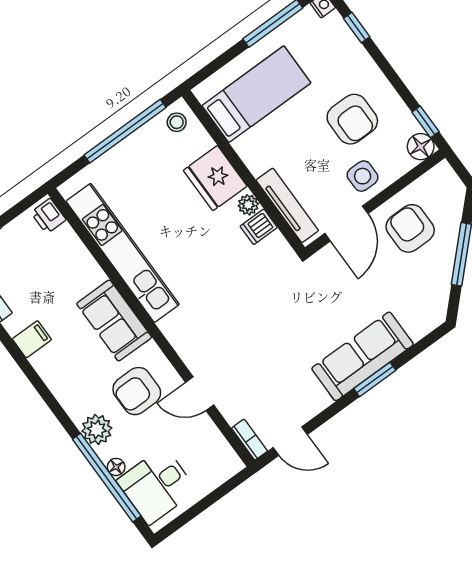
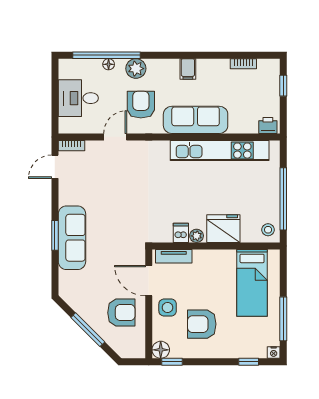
tv unit: (287, 205) -> (174, 256), width x0.71
sofa: (114, 320) -> (196, 120), width x1.36
filing cabinet: (32, 339) -> (188, 69), moved
desk: (157, 486) -> (78, 98), moved, turned -90

